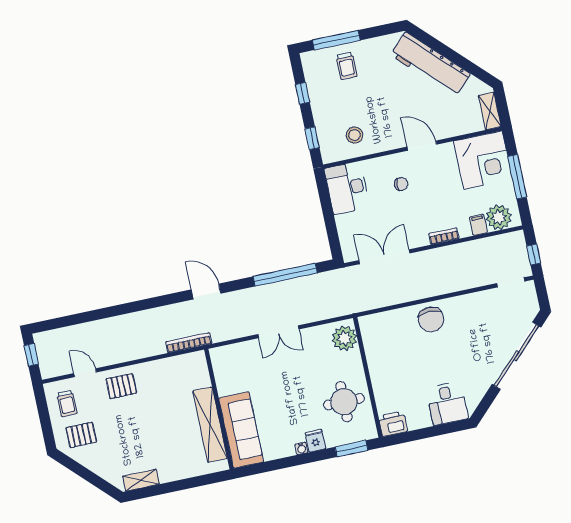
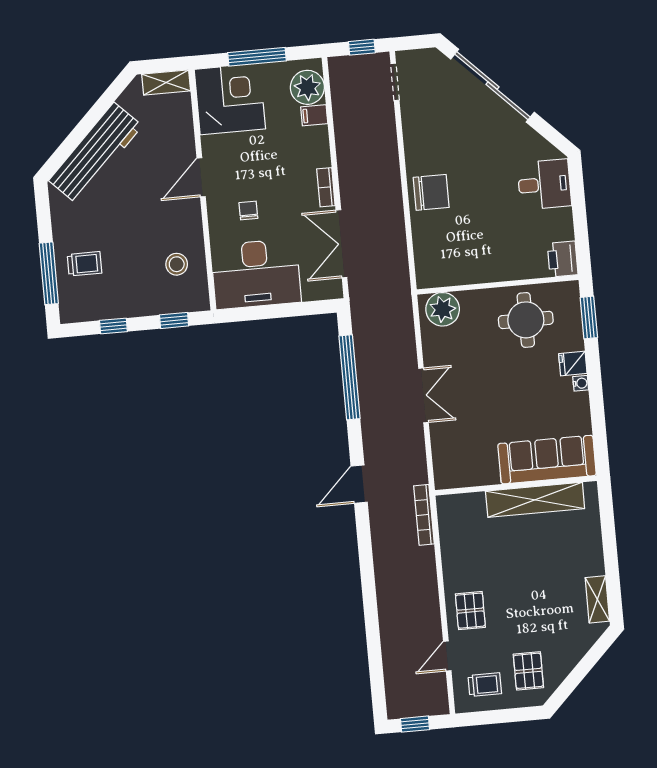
desk: (347, 188) -> (256, 274), width x1.36, depth x1.30
bookcase: (444, 236) -> (326, 187), moved

